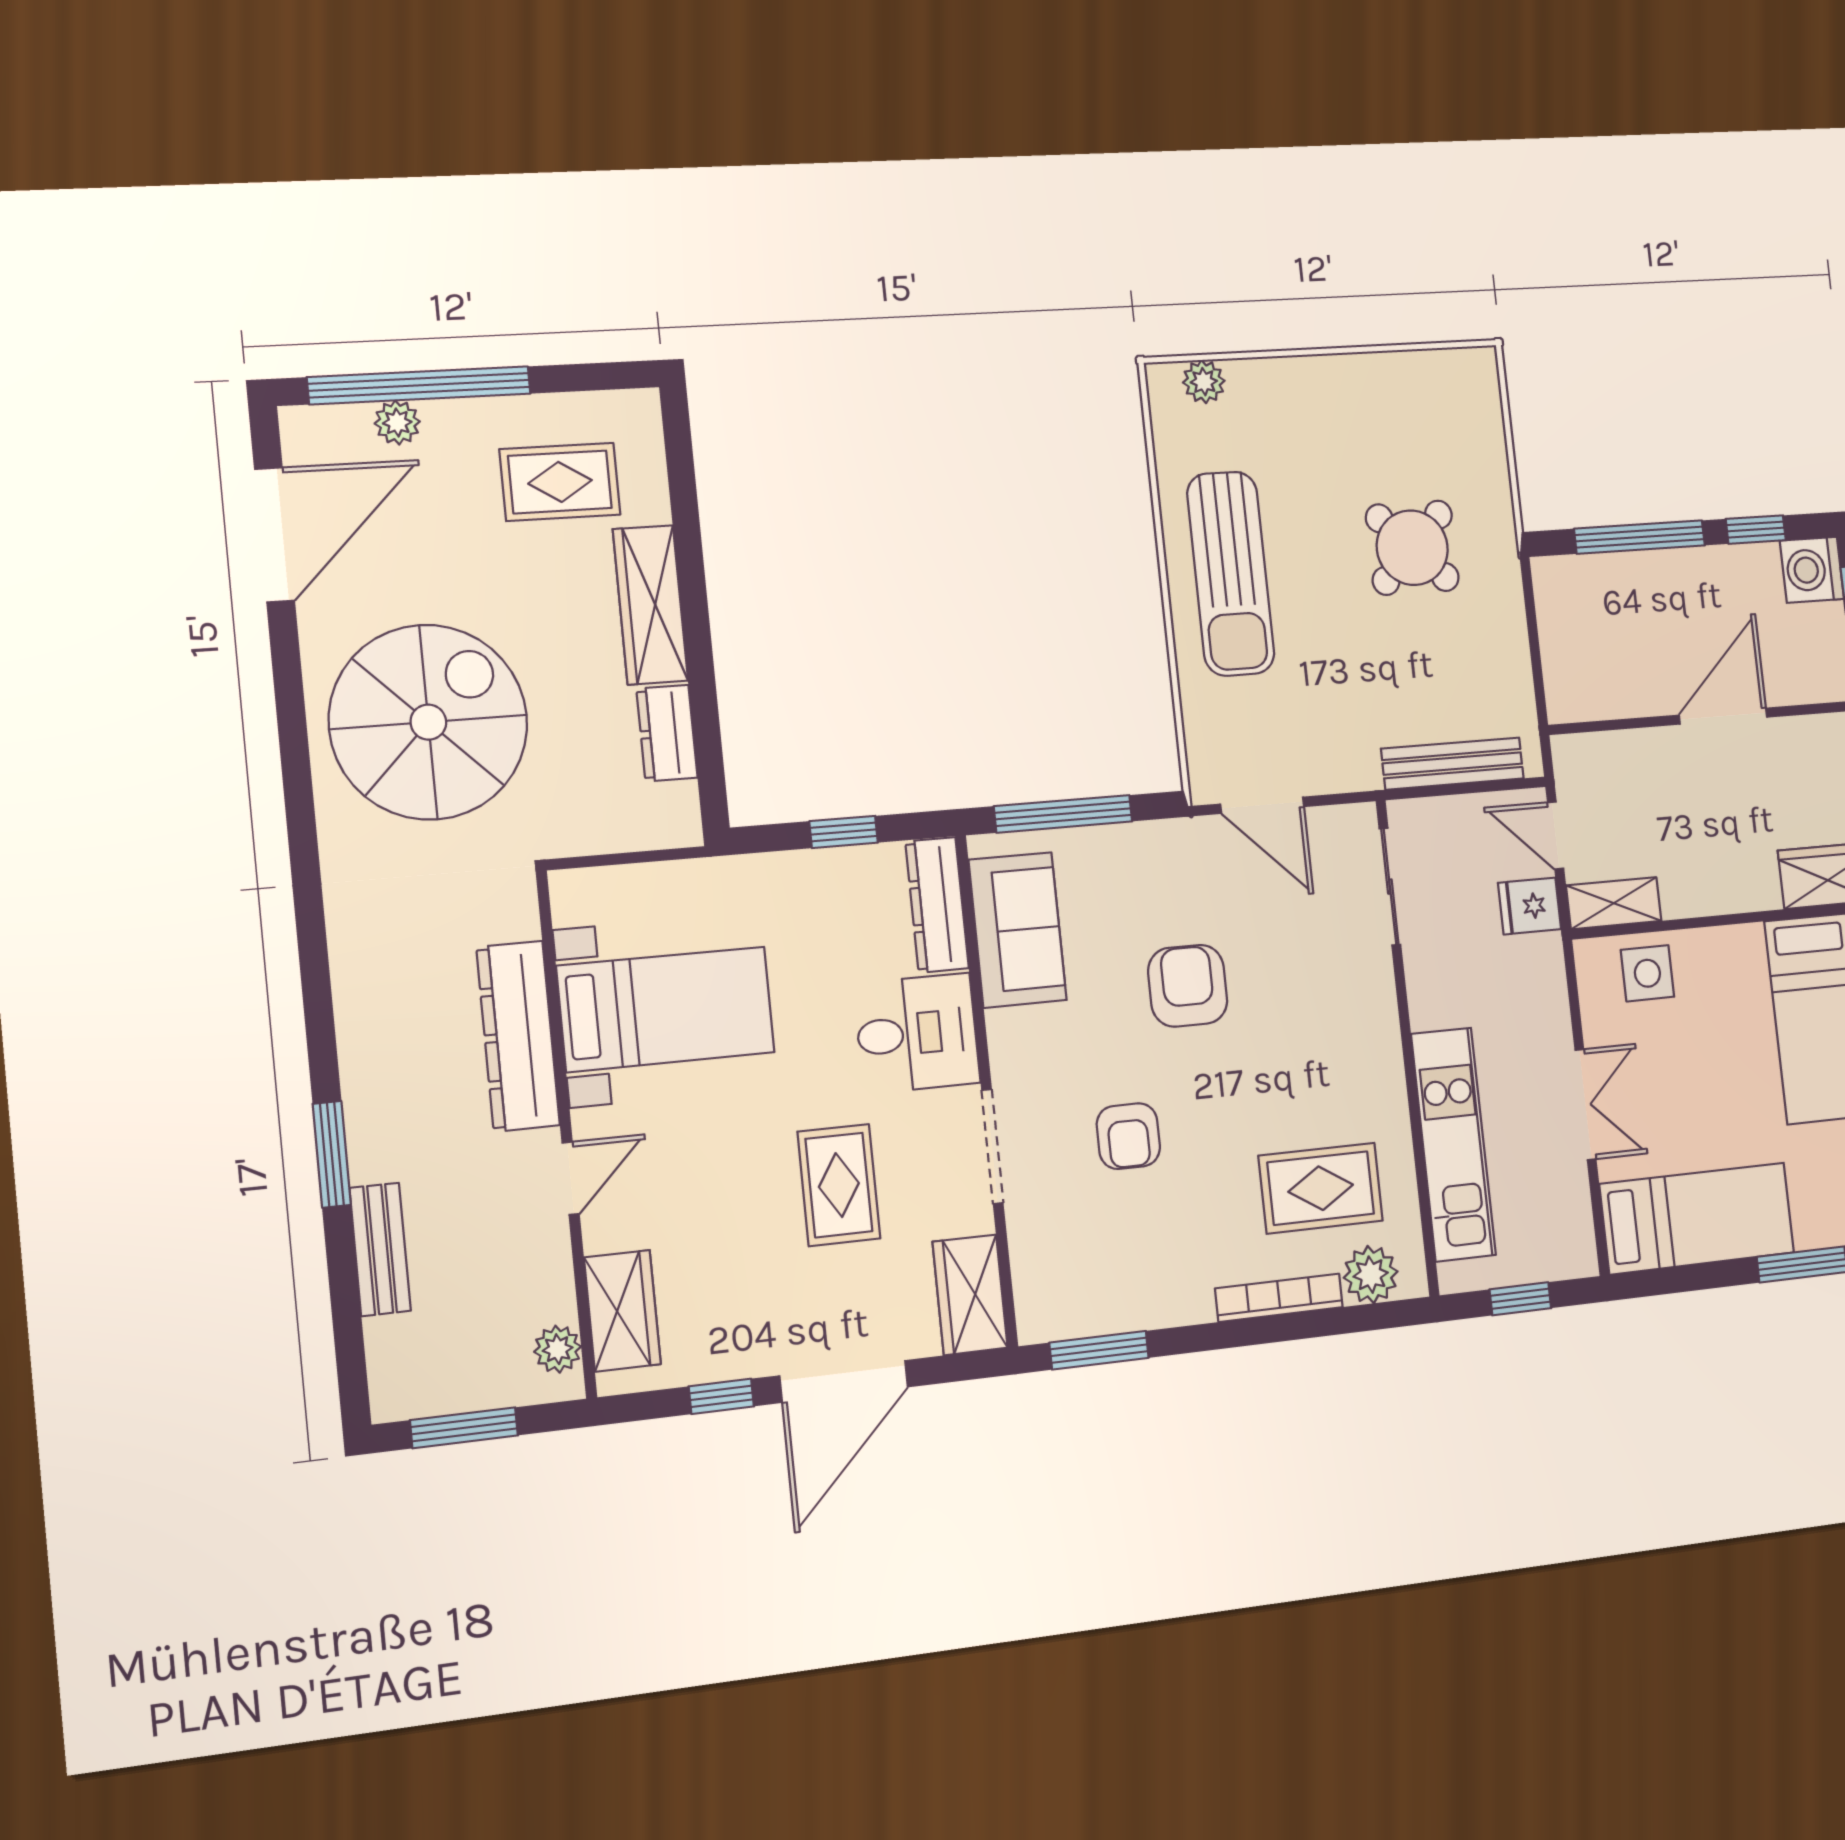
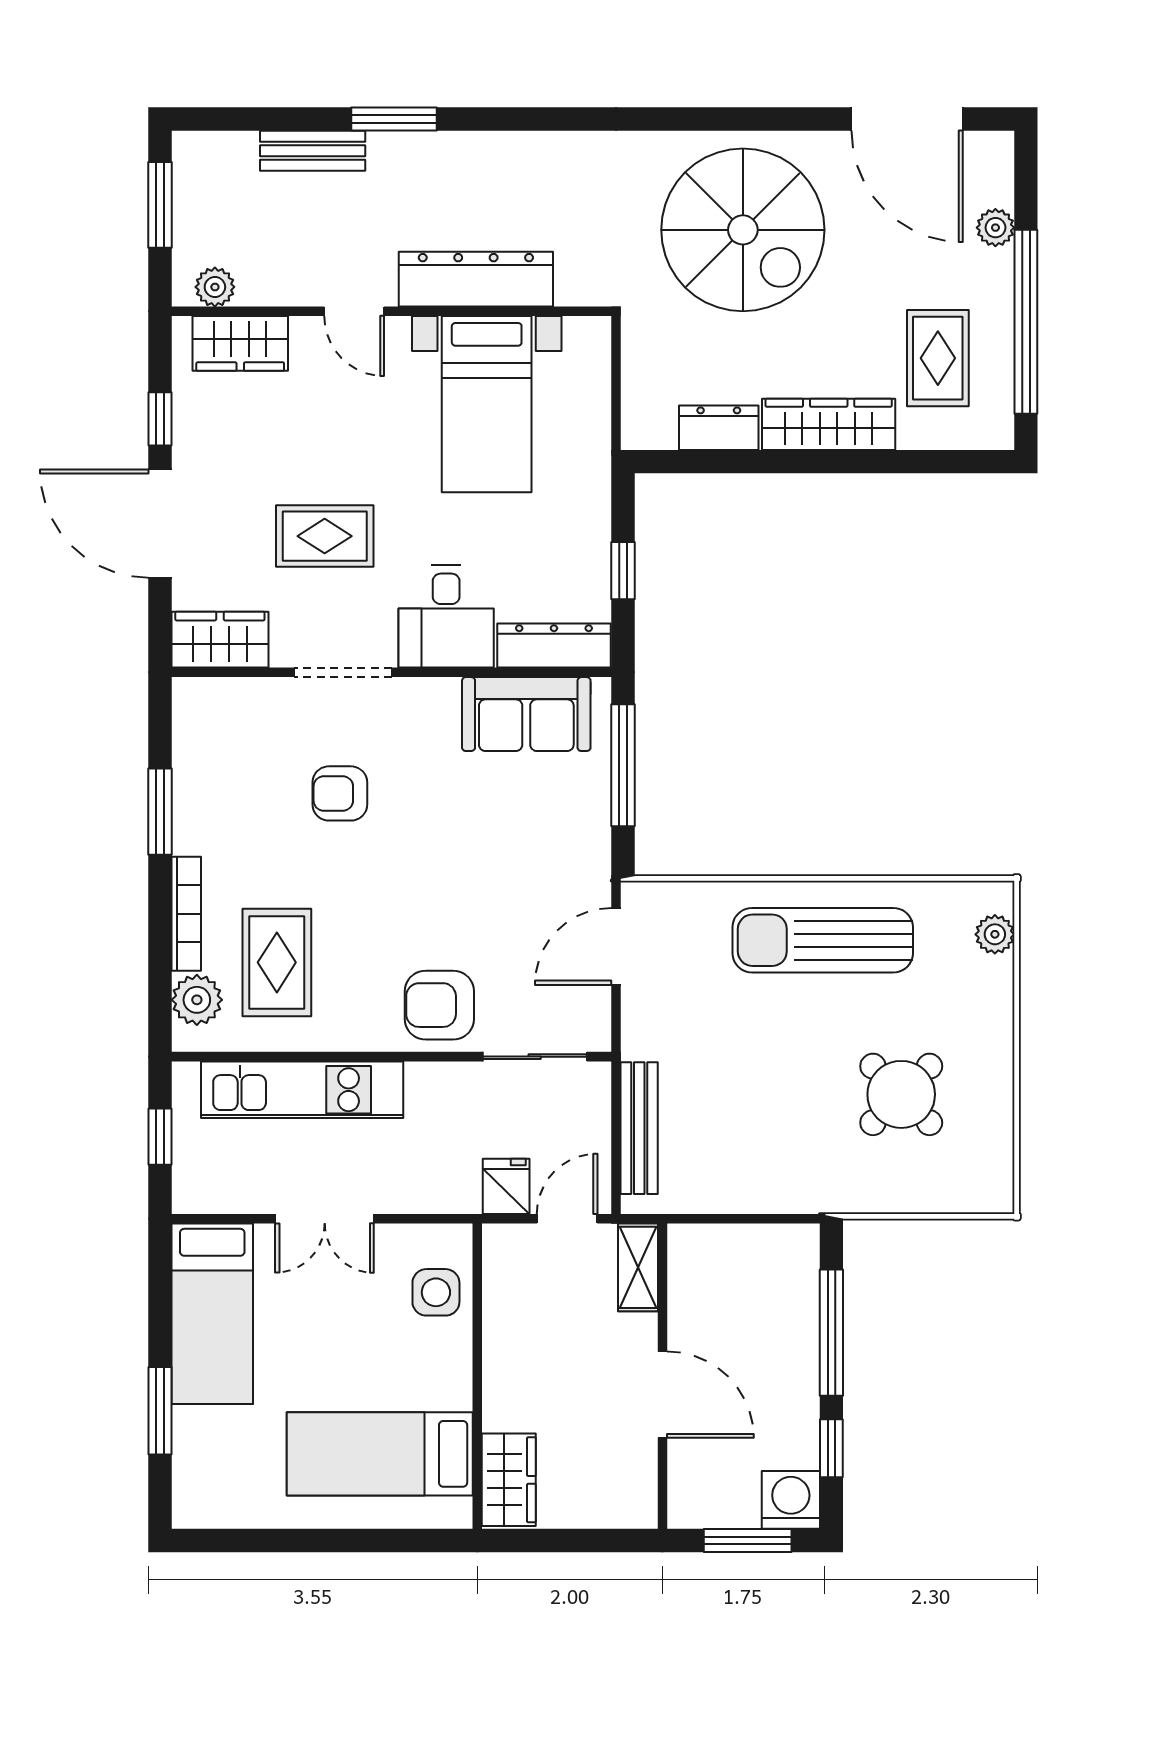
window: (419, 385) -> (1026, 322), moved
round table: (1412, 548) -> (901, 1094), moved
shelving: (1614, 903) -> (638, 1267), moved
armchair: (1188, 986) -> (439, 1005), moved, turned 180
window: (1099, 1350) -> (160, 812), moved

